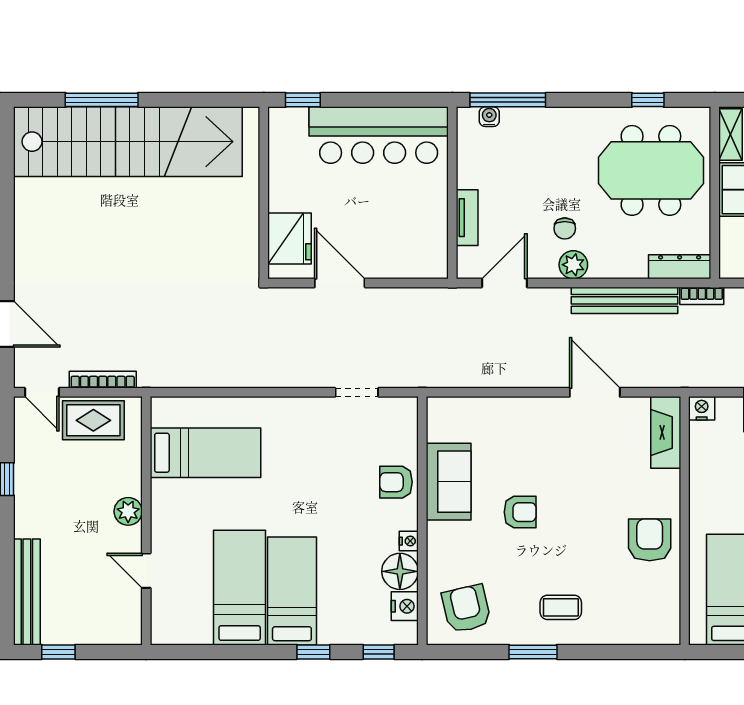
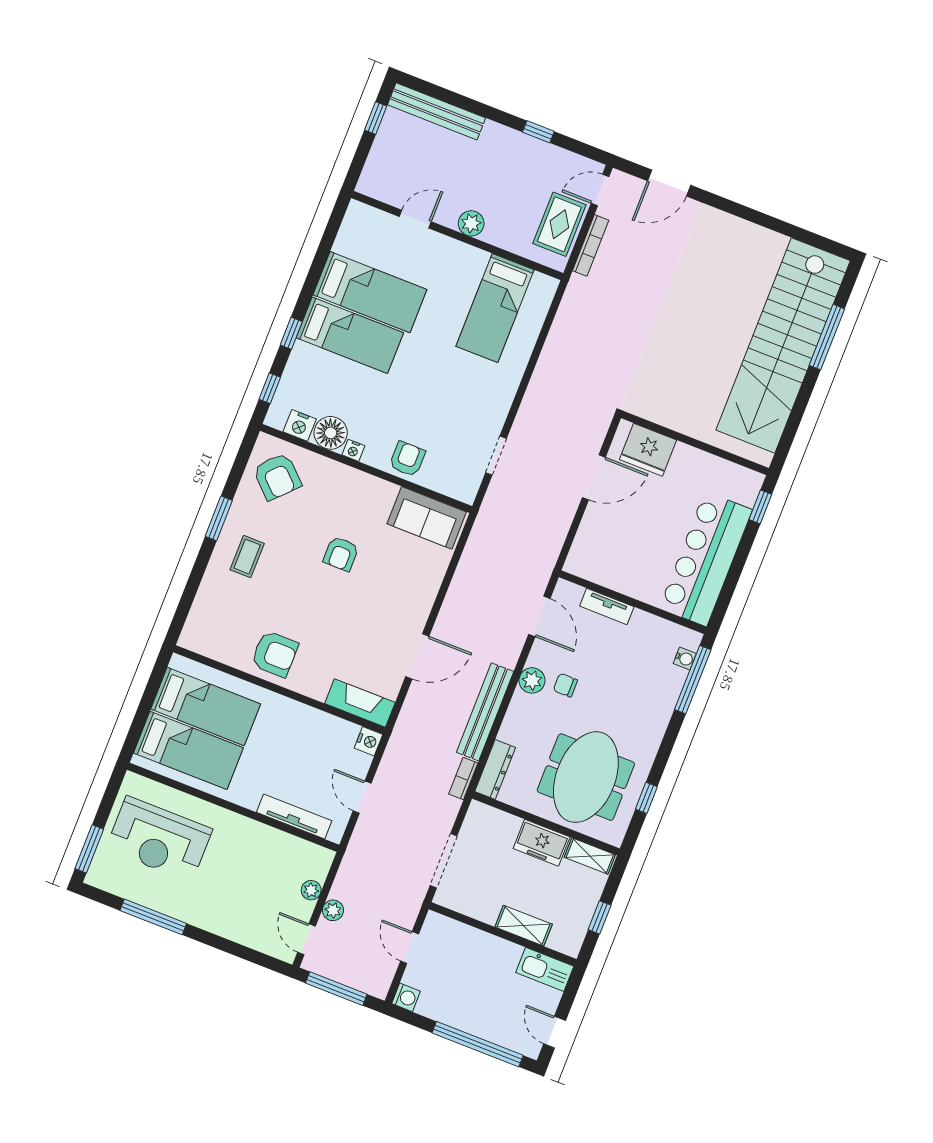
sofa: (449, 482) -> (427, 518), moved
armchair: (466, 609) -> (277, 477), turned 57

